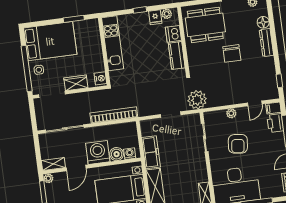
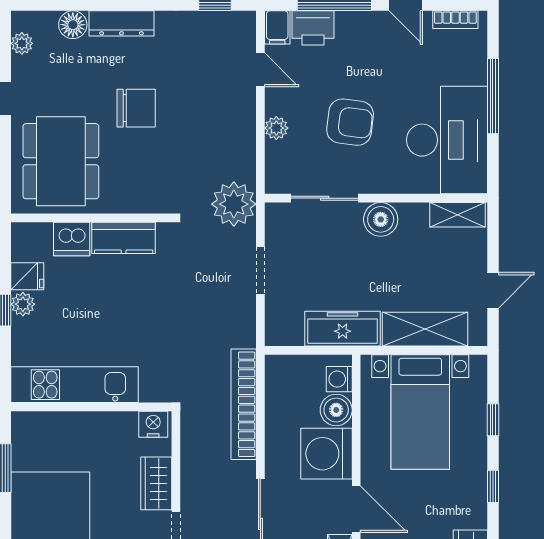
plant: (167, 14) -> (23, 304), moved
boiler: (199, 162) -> (381, 219), added

